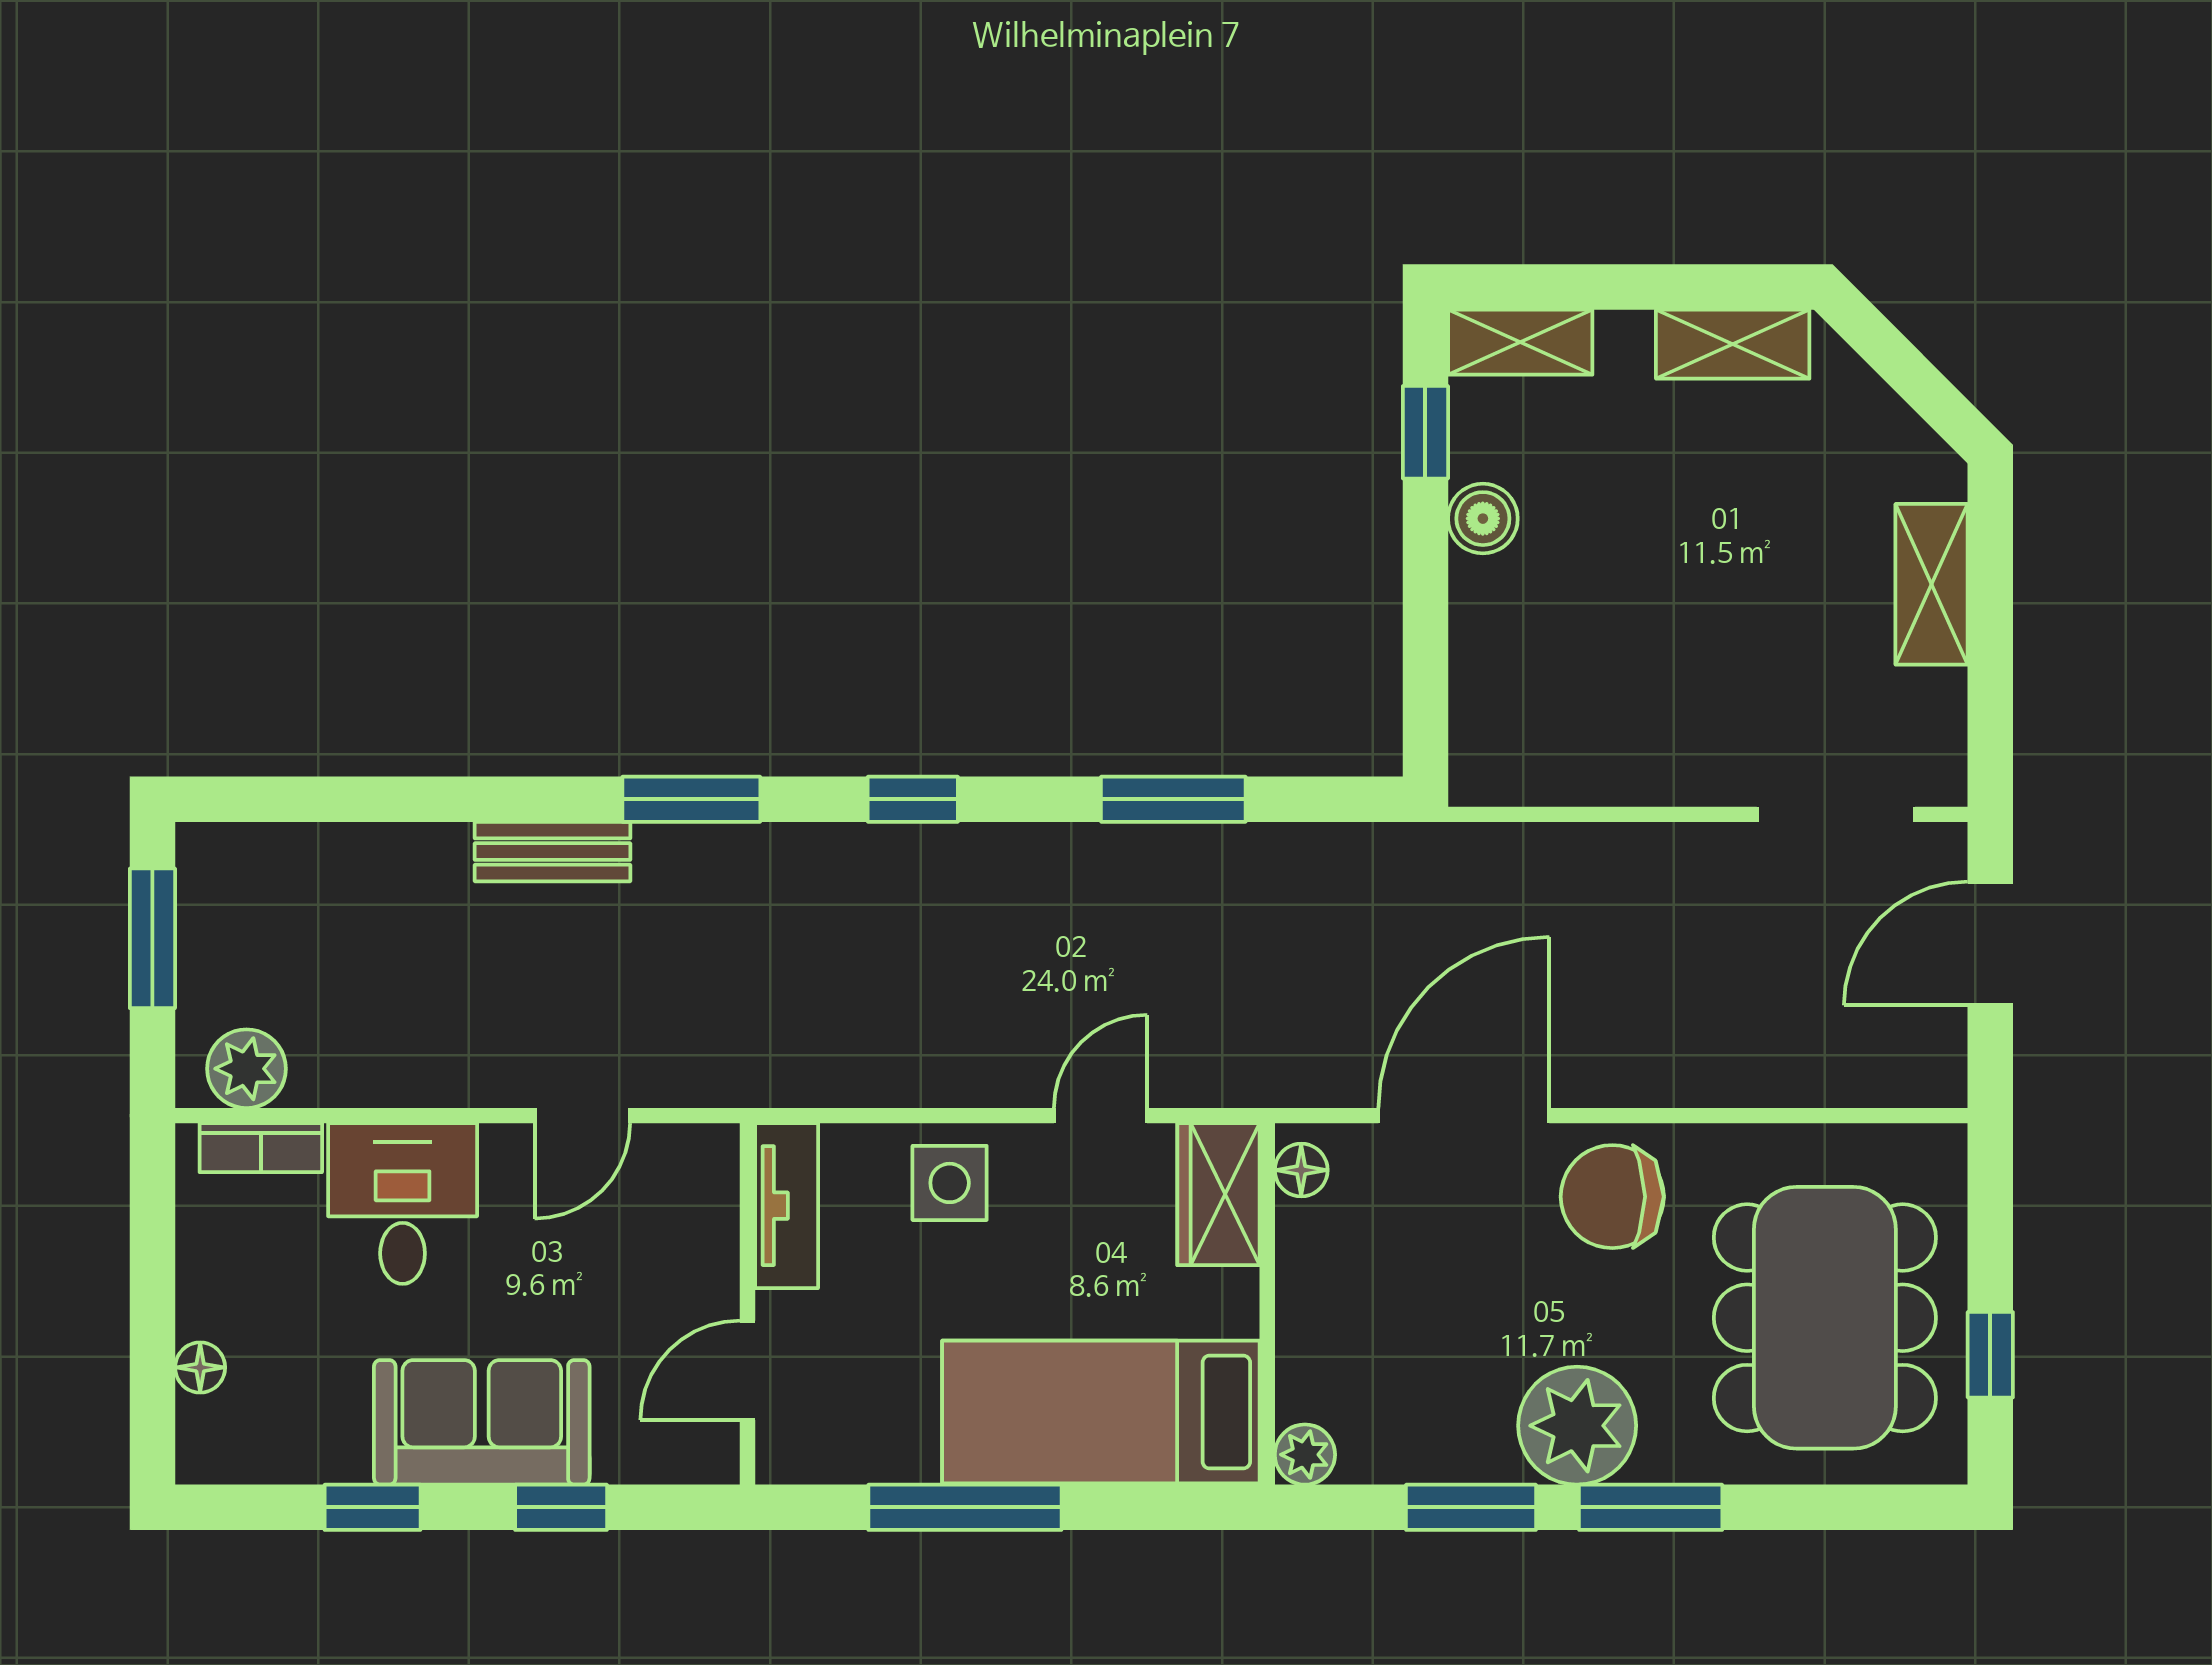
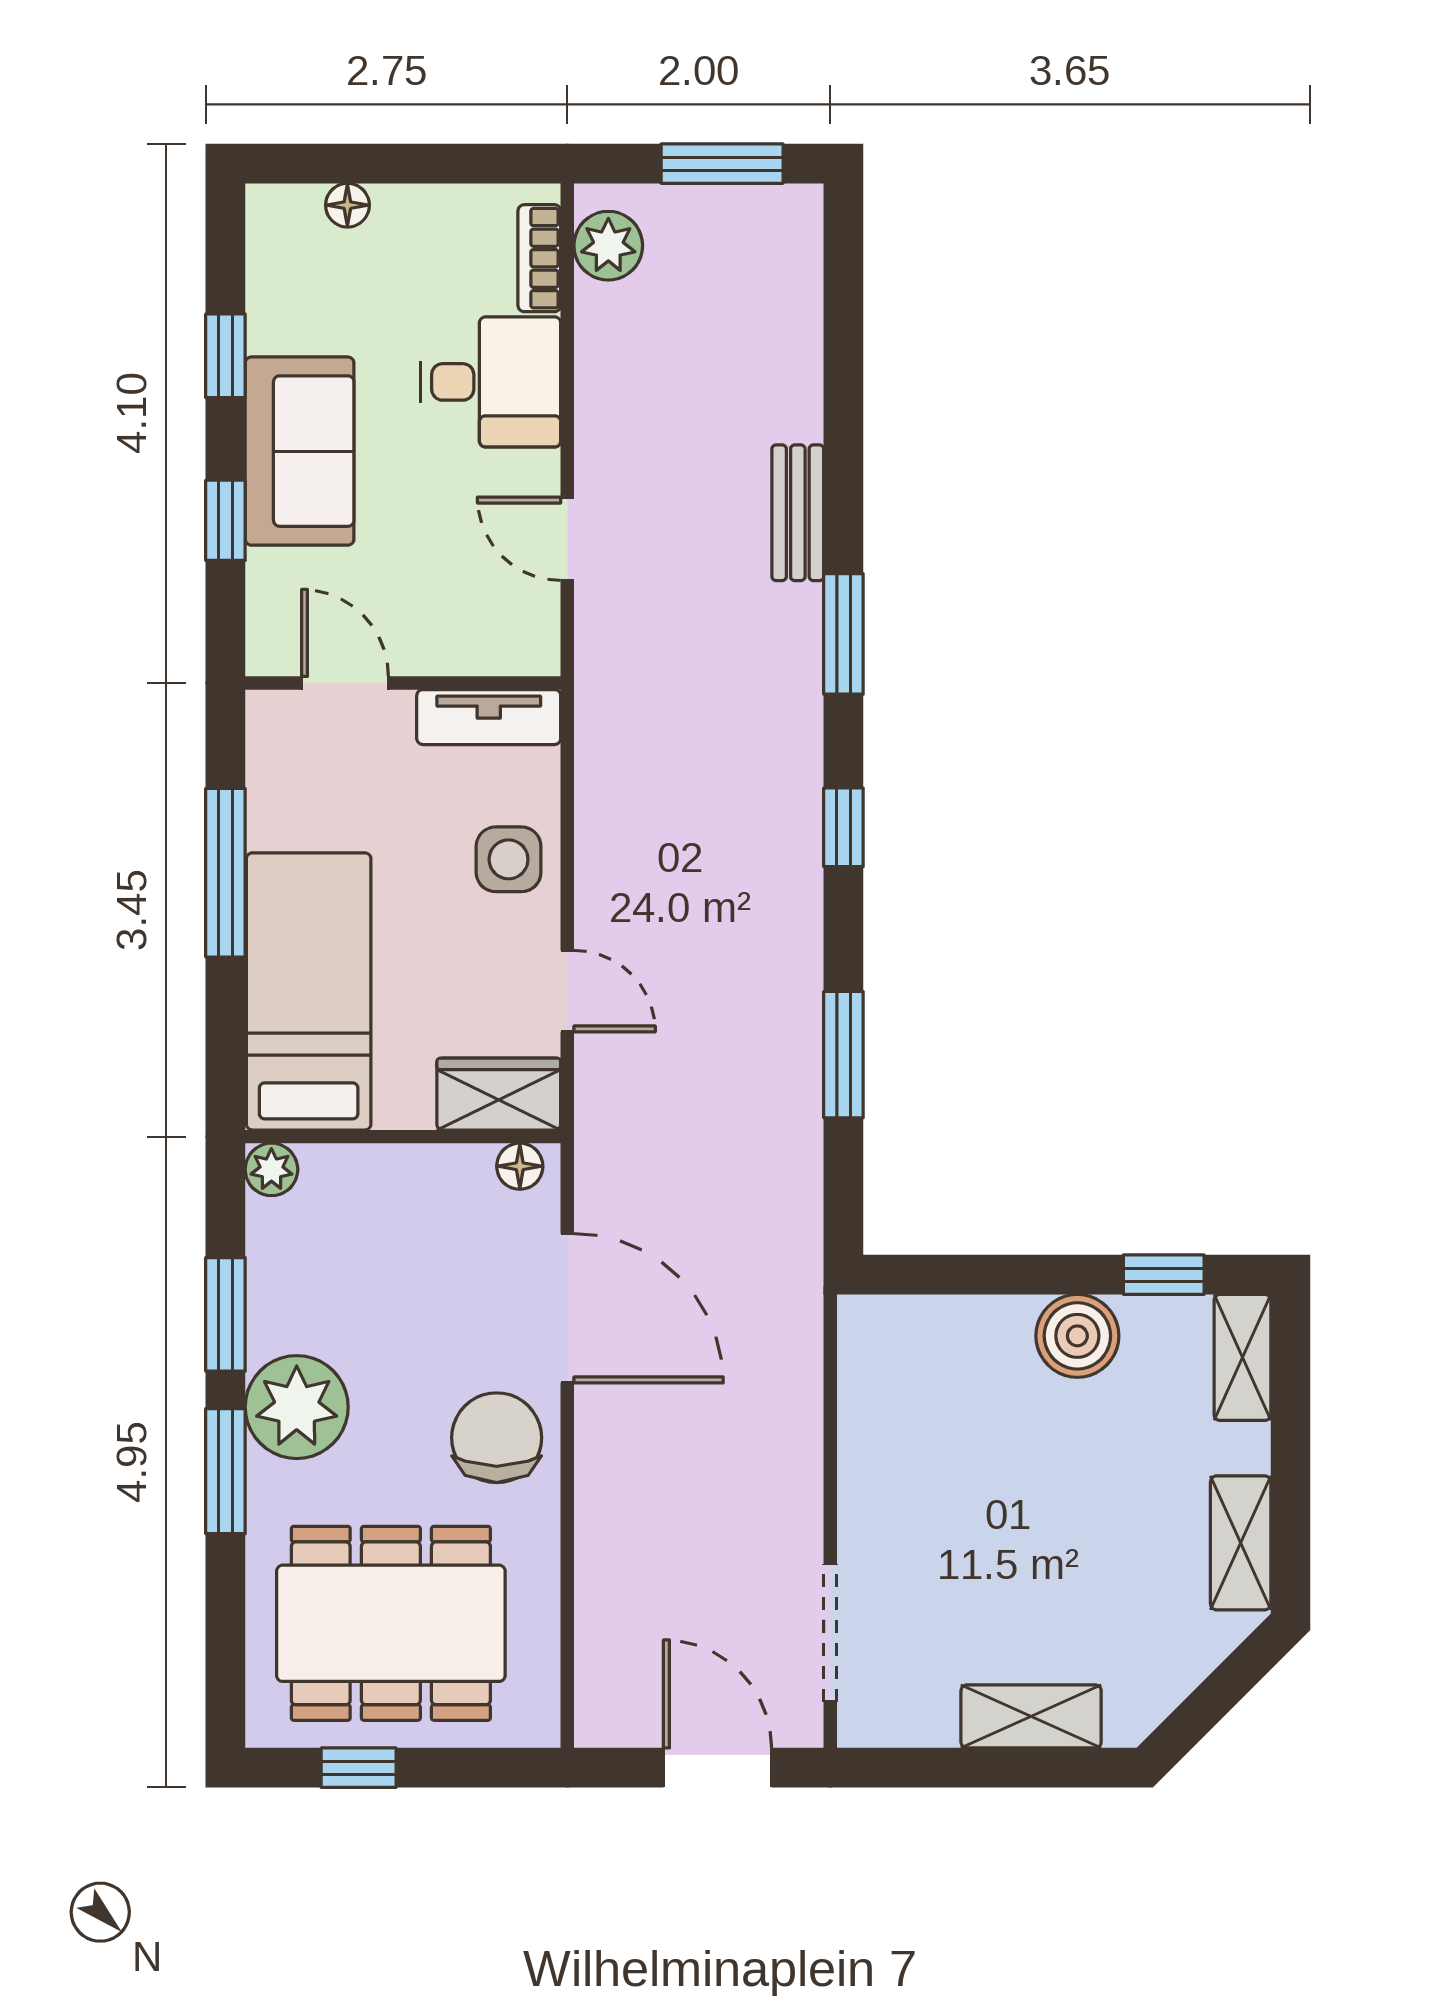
boiler: (1483, 519) -> (1077, 1336), width x1.36, depth x1.36

